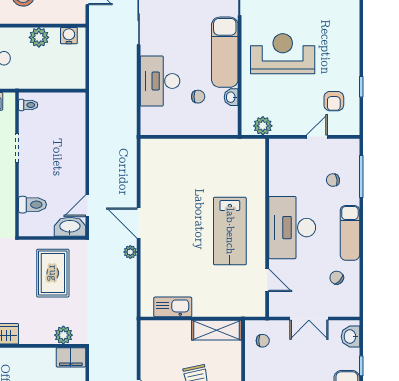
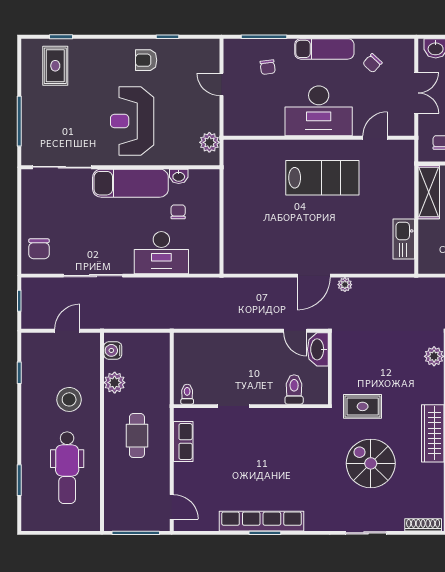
armchair: (334, 101) -> (146, 60), moved, turned 180
rug: (53, 273) -> (363, 406), moved, width x0.73, depth x0.70

